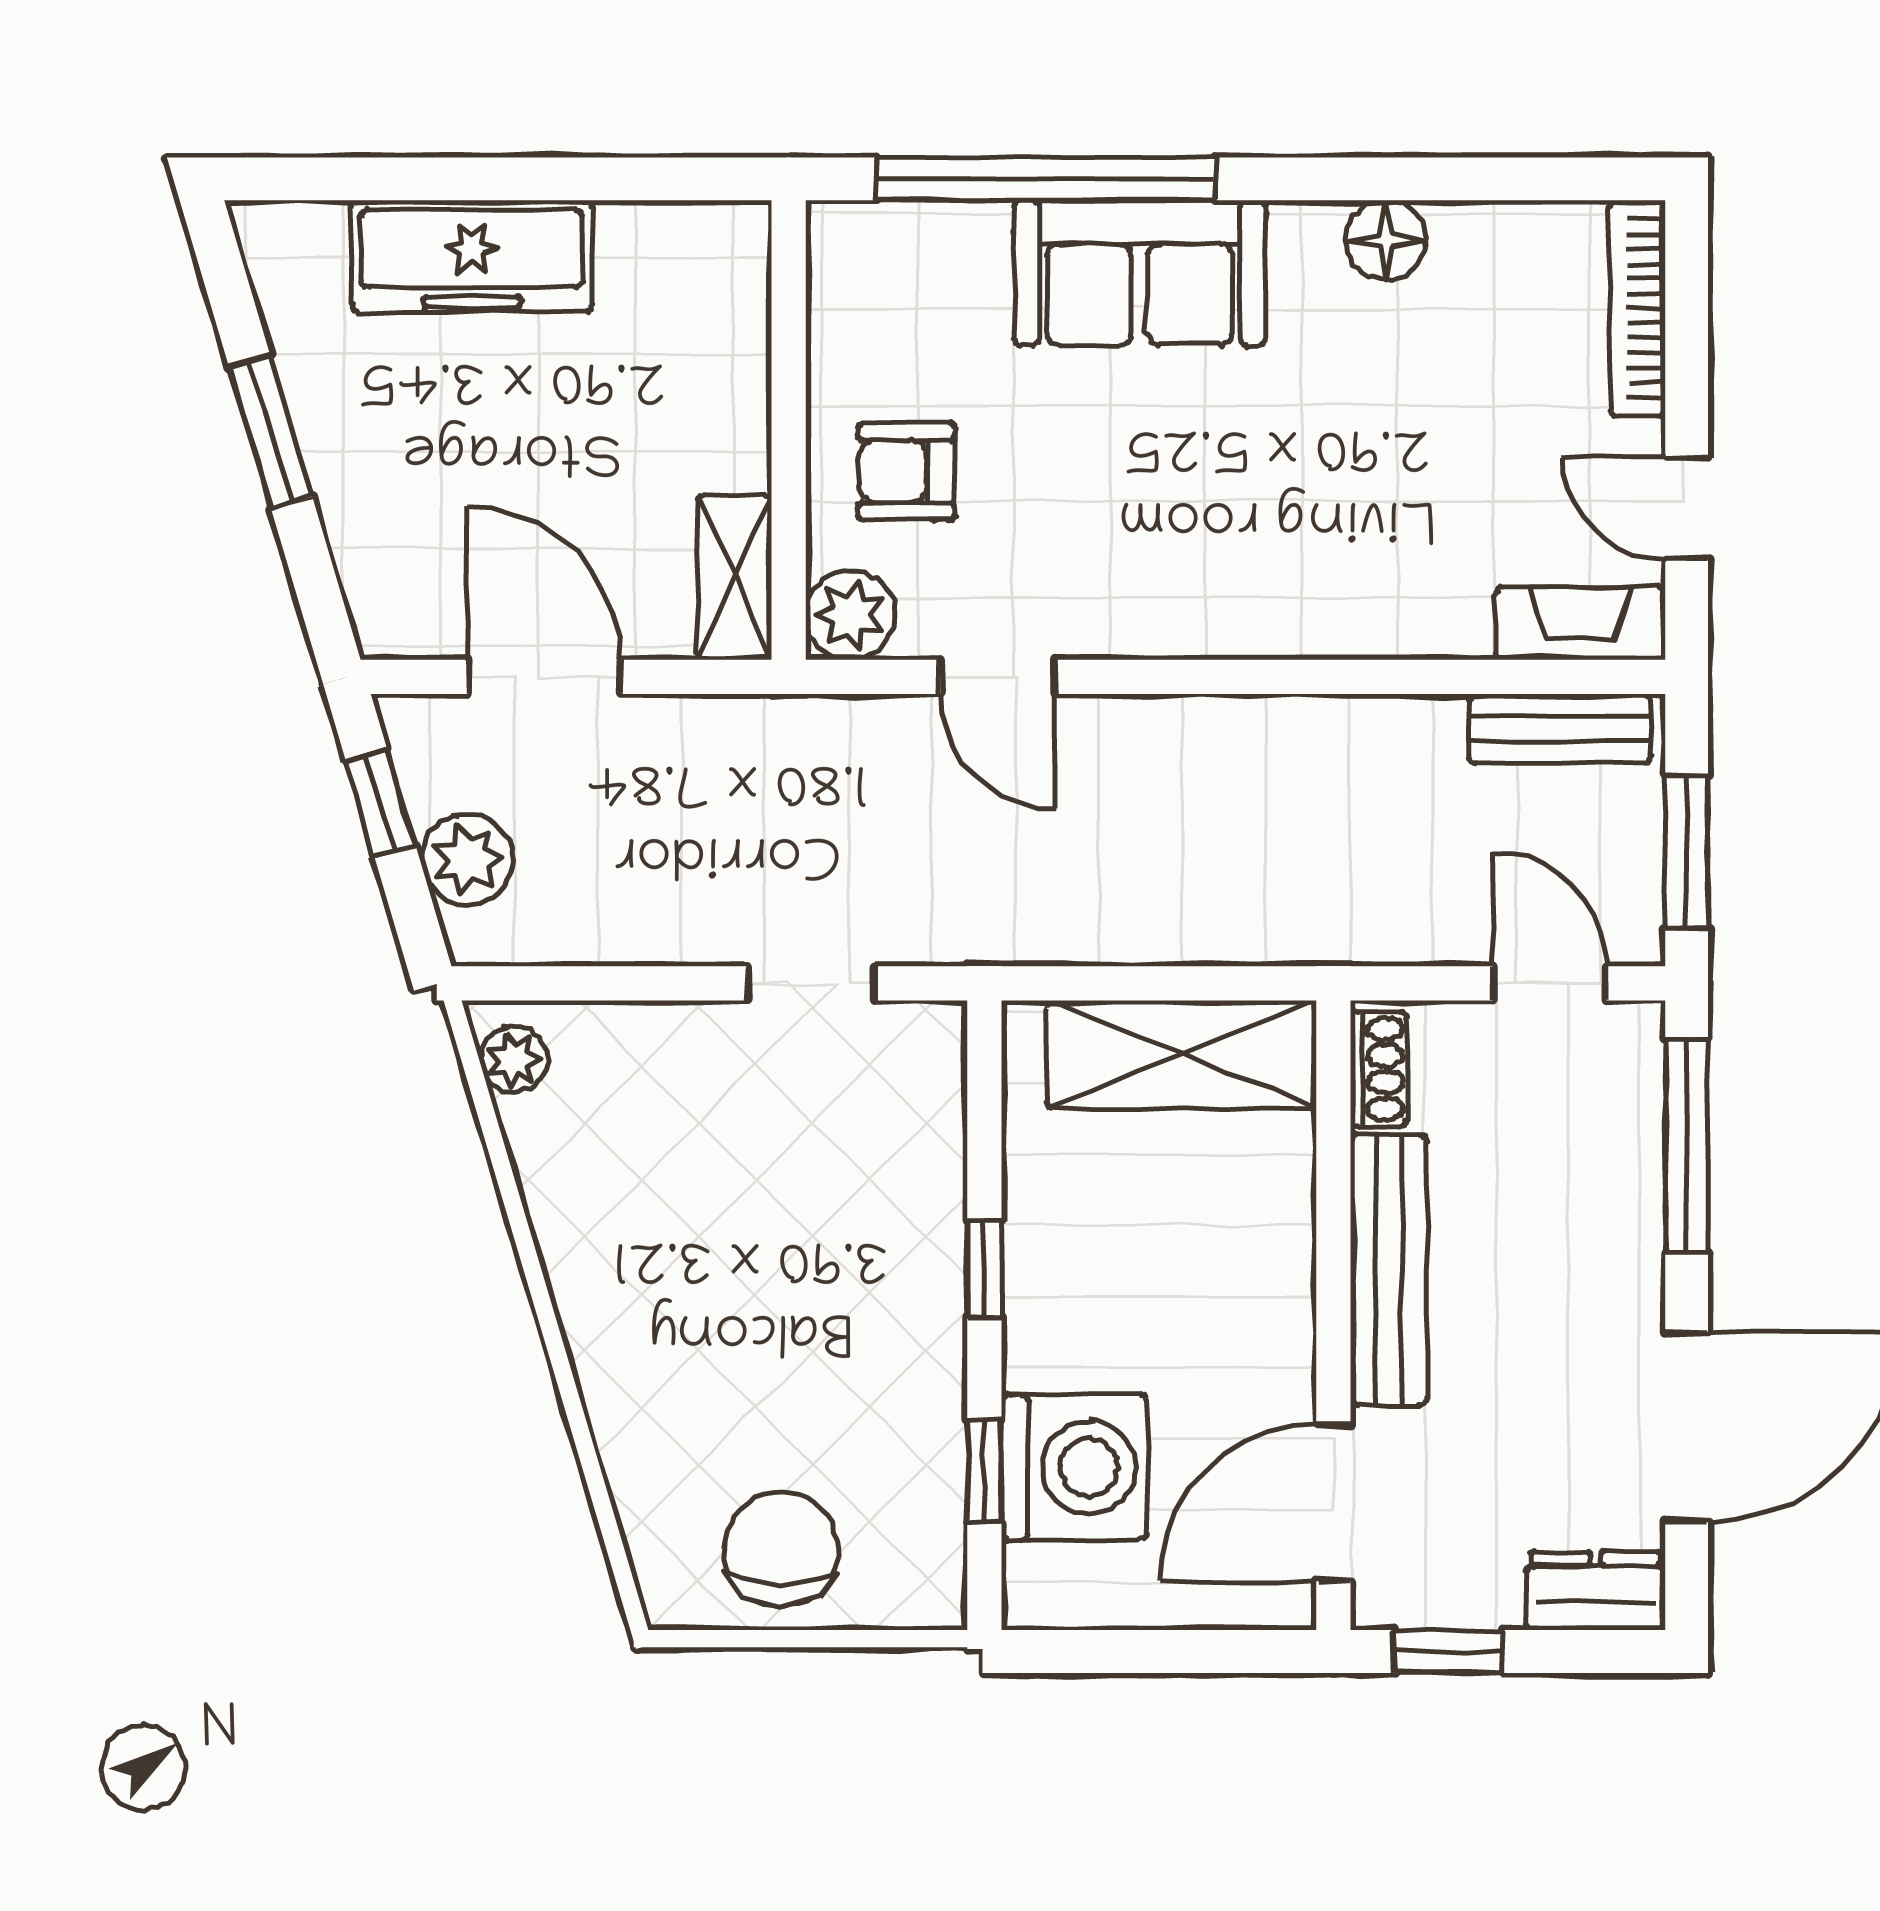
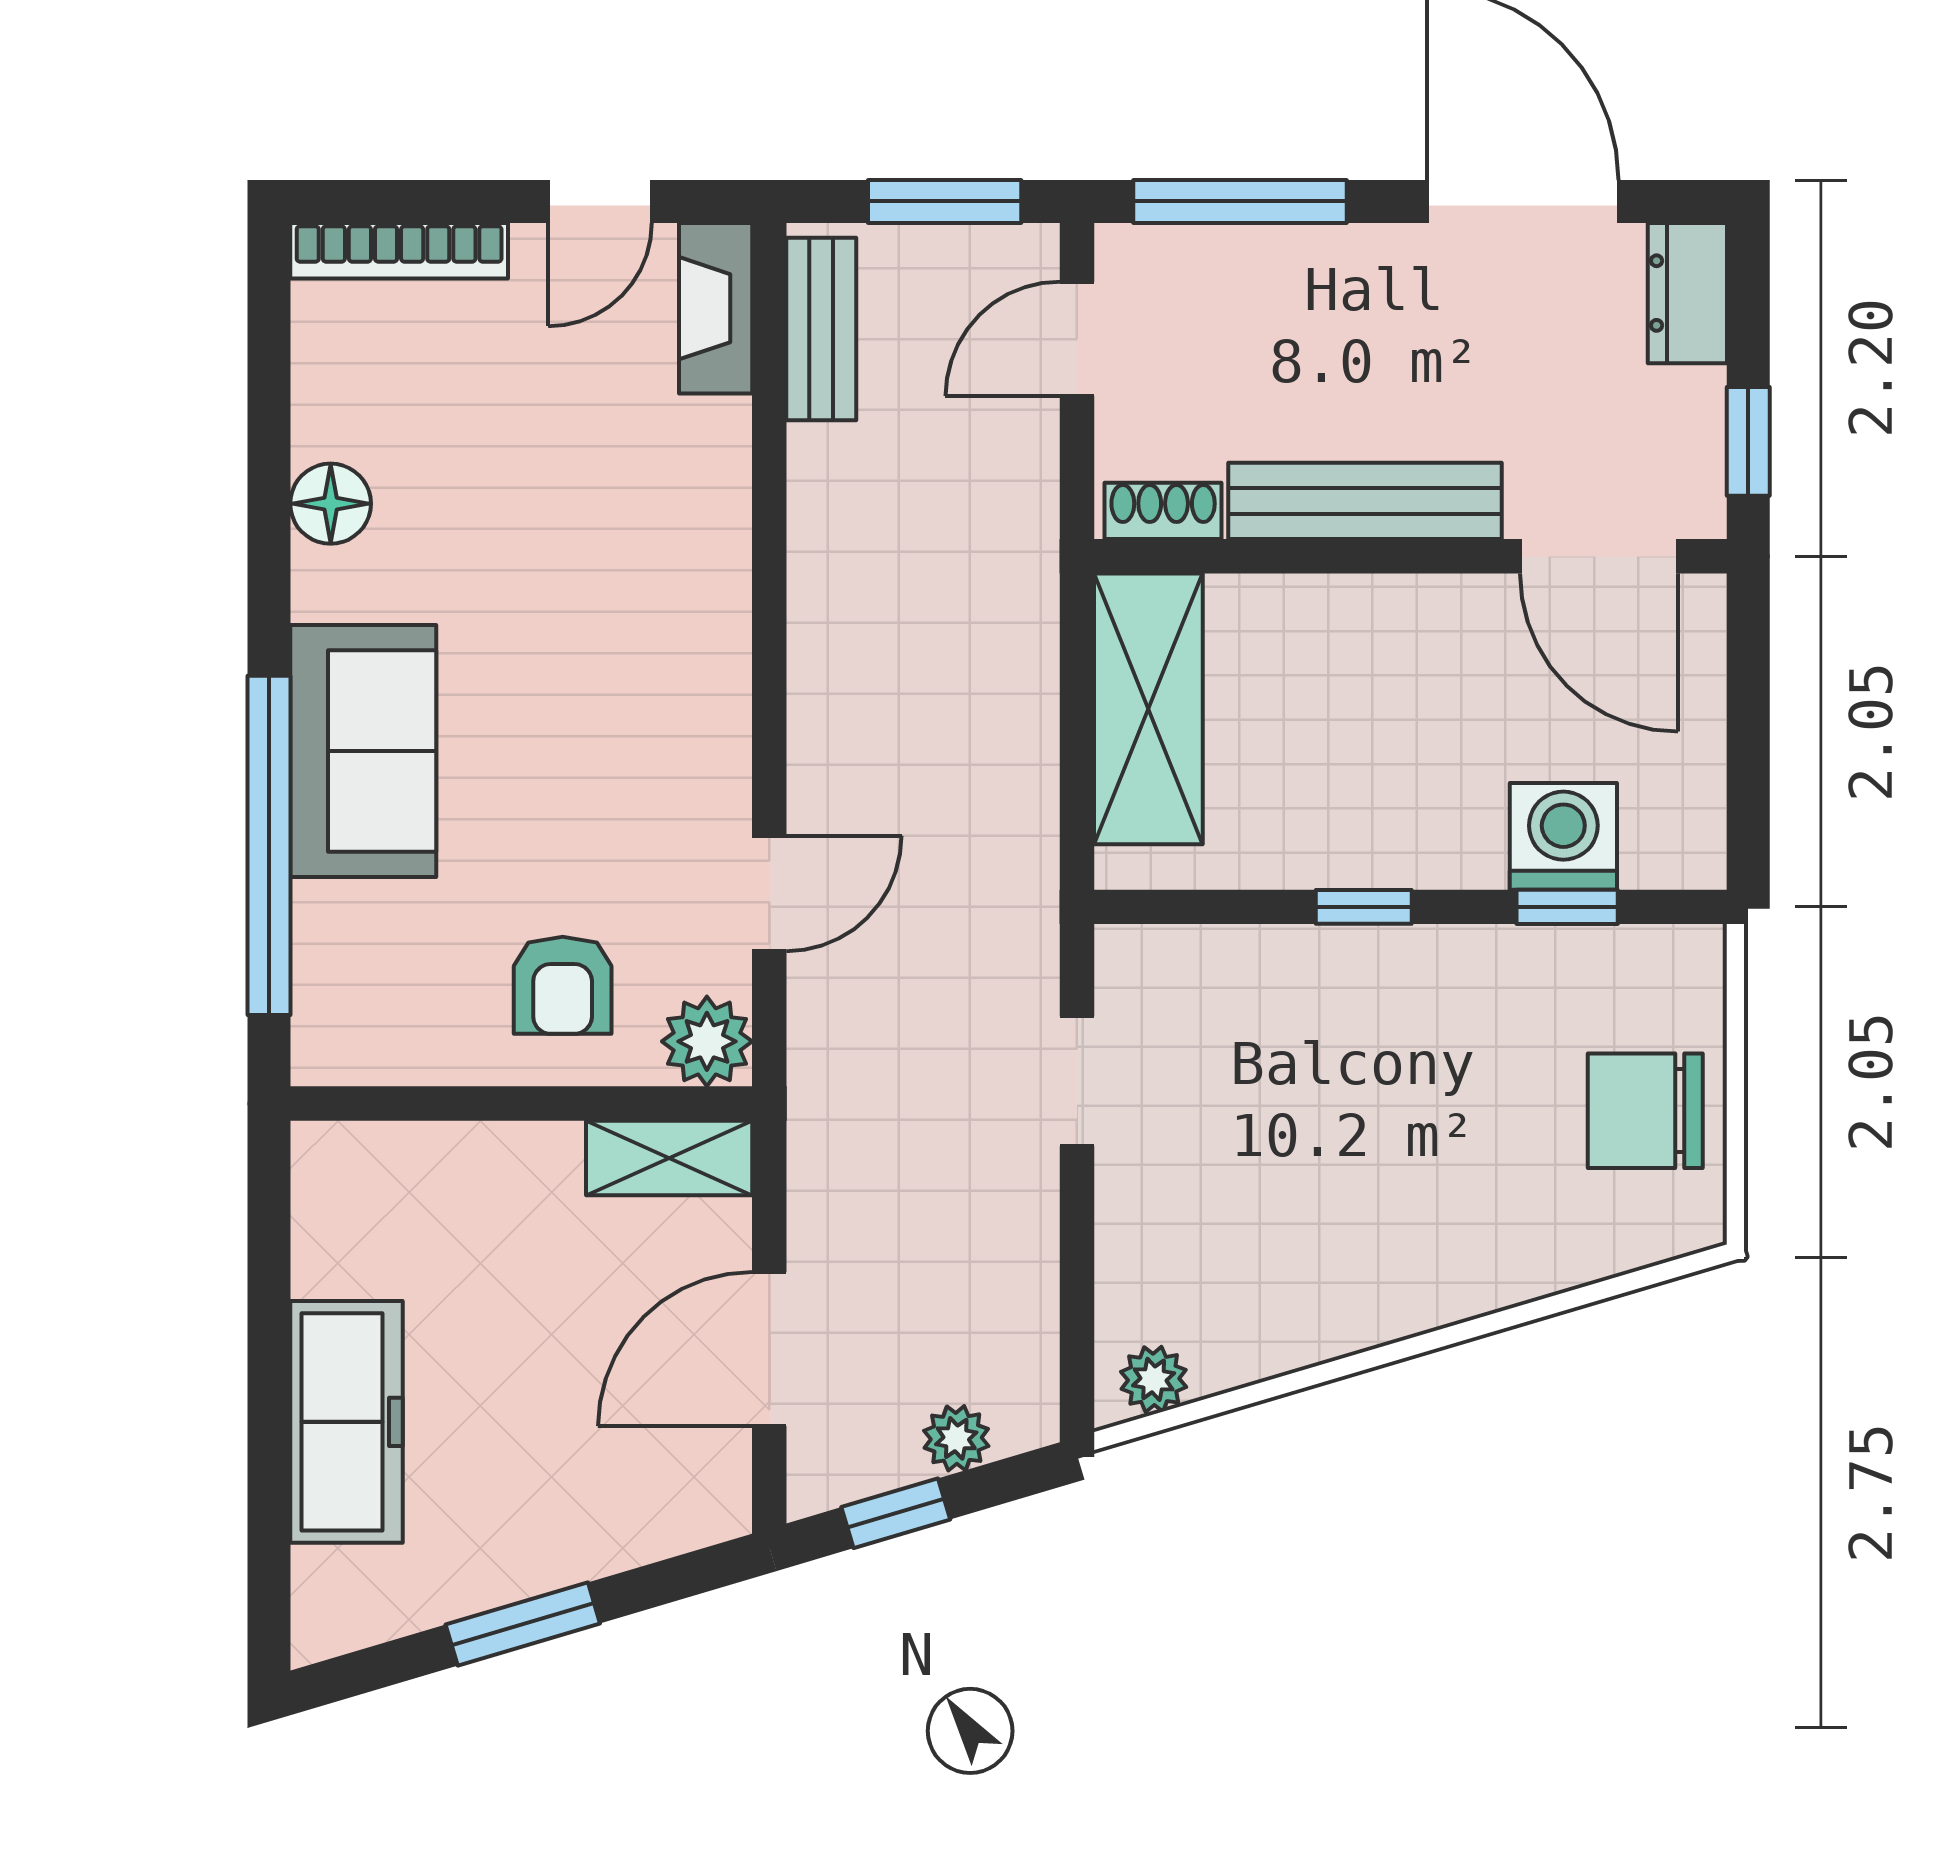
plant: (467, 860) -> (956, 1438), width x0.73, depth x0.73
washing machine: (1074, 1467) -> (1563, 836), width x0.73, depth x0.73

